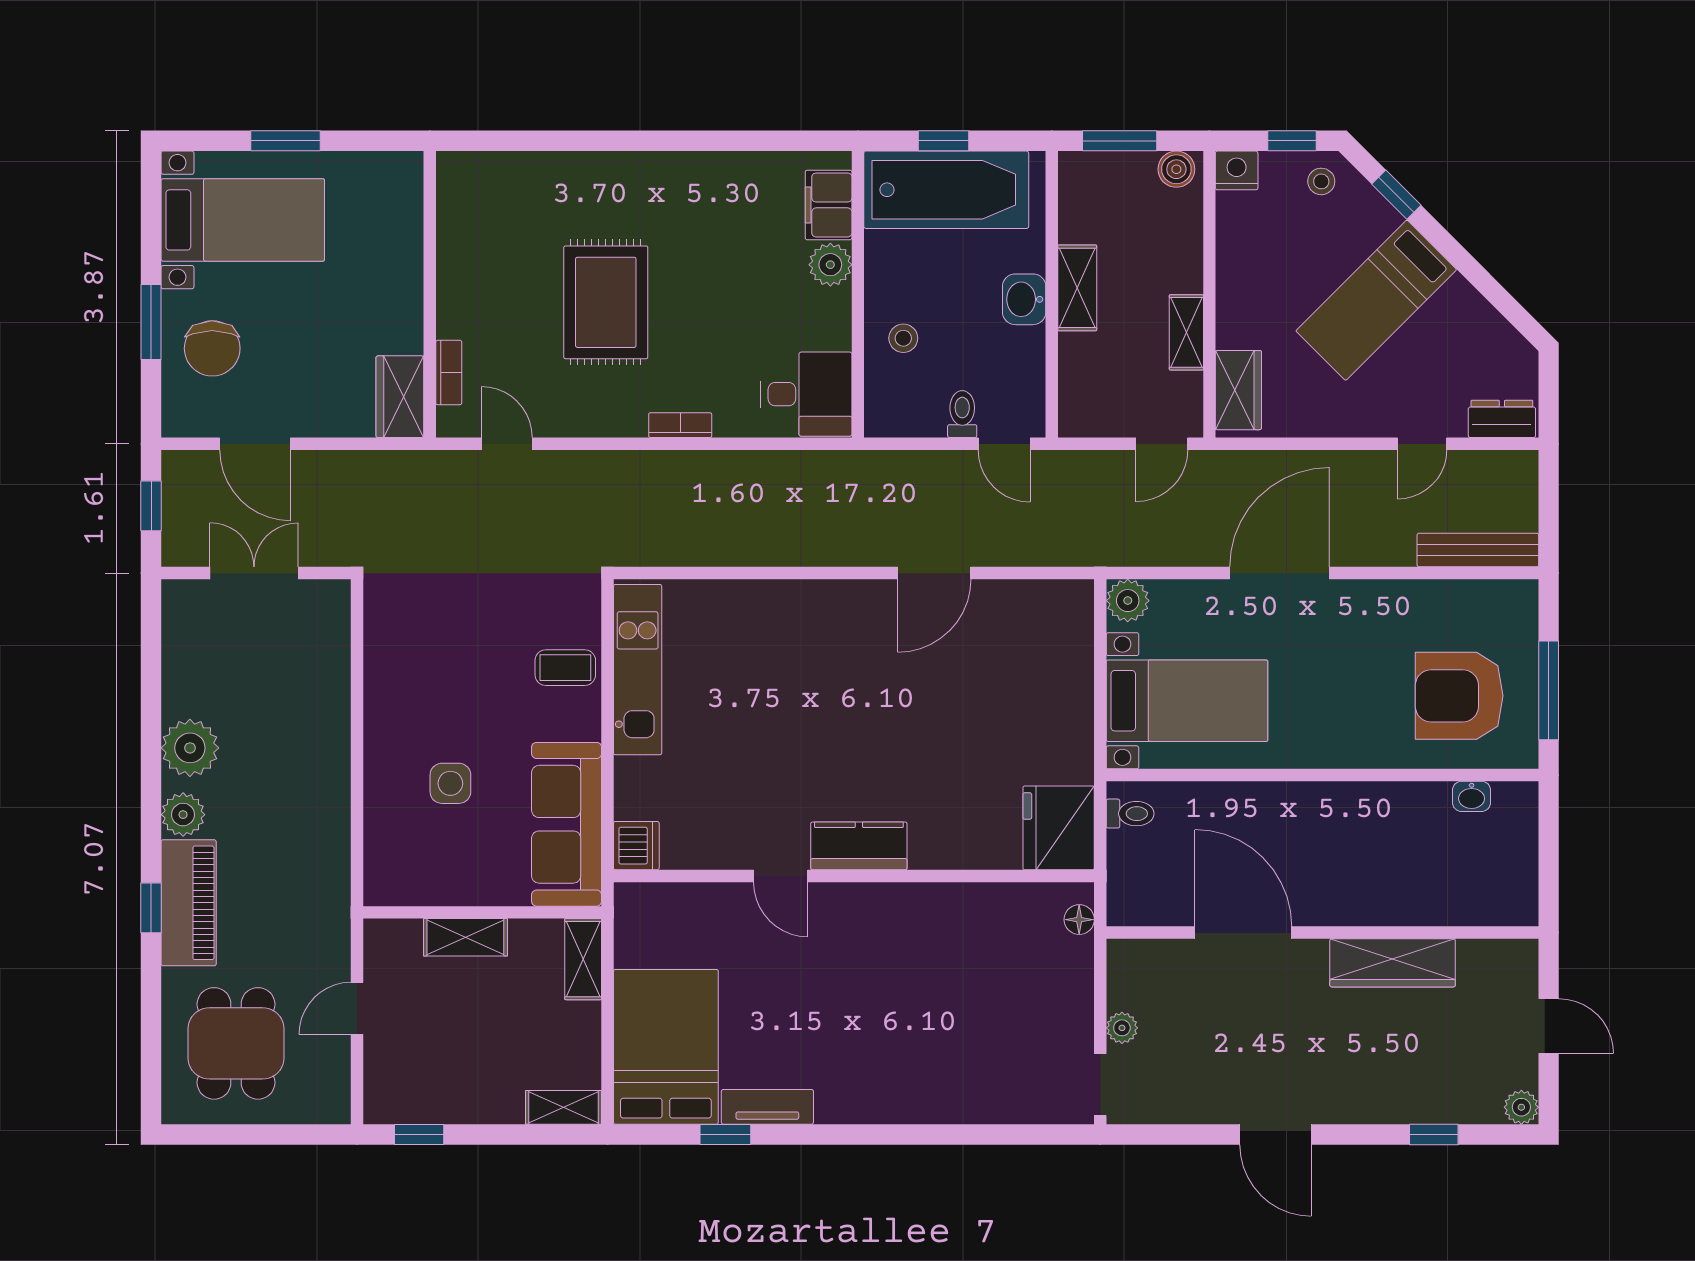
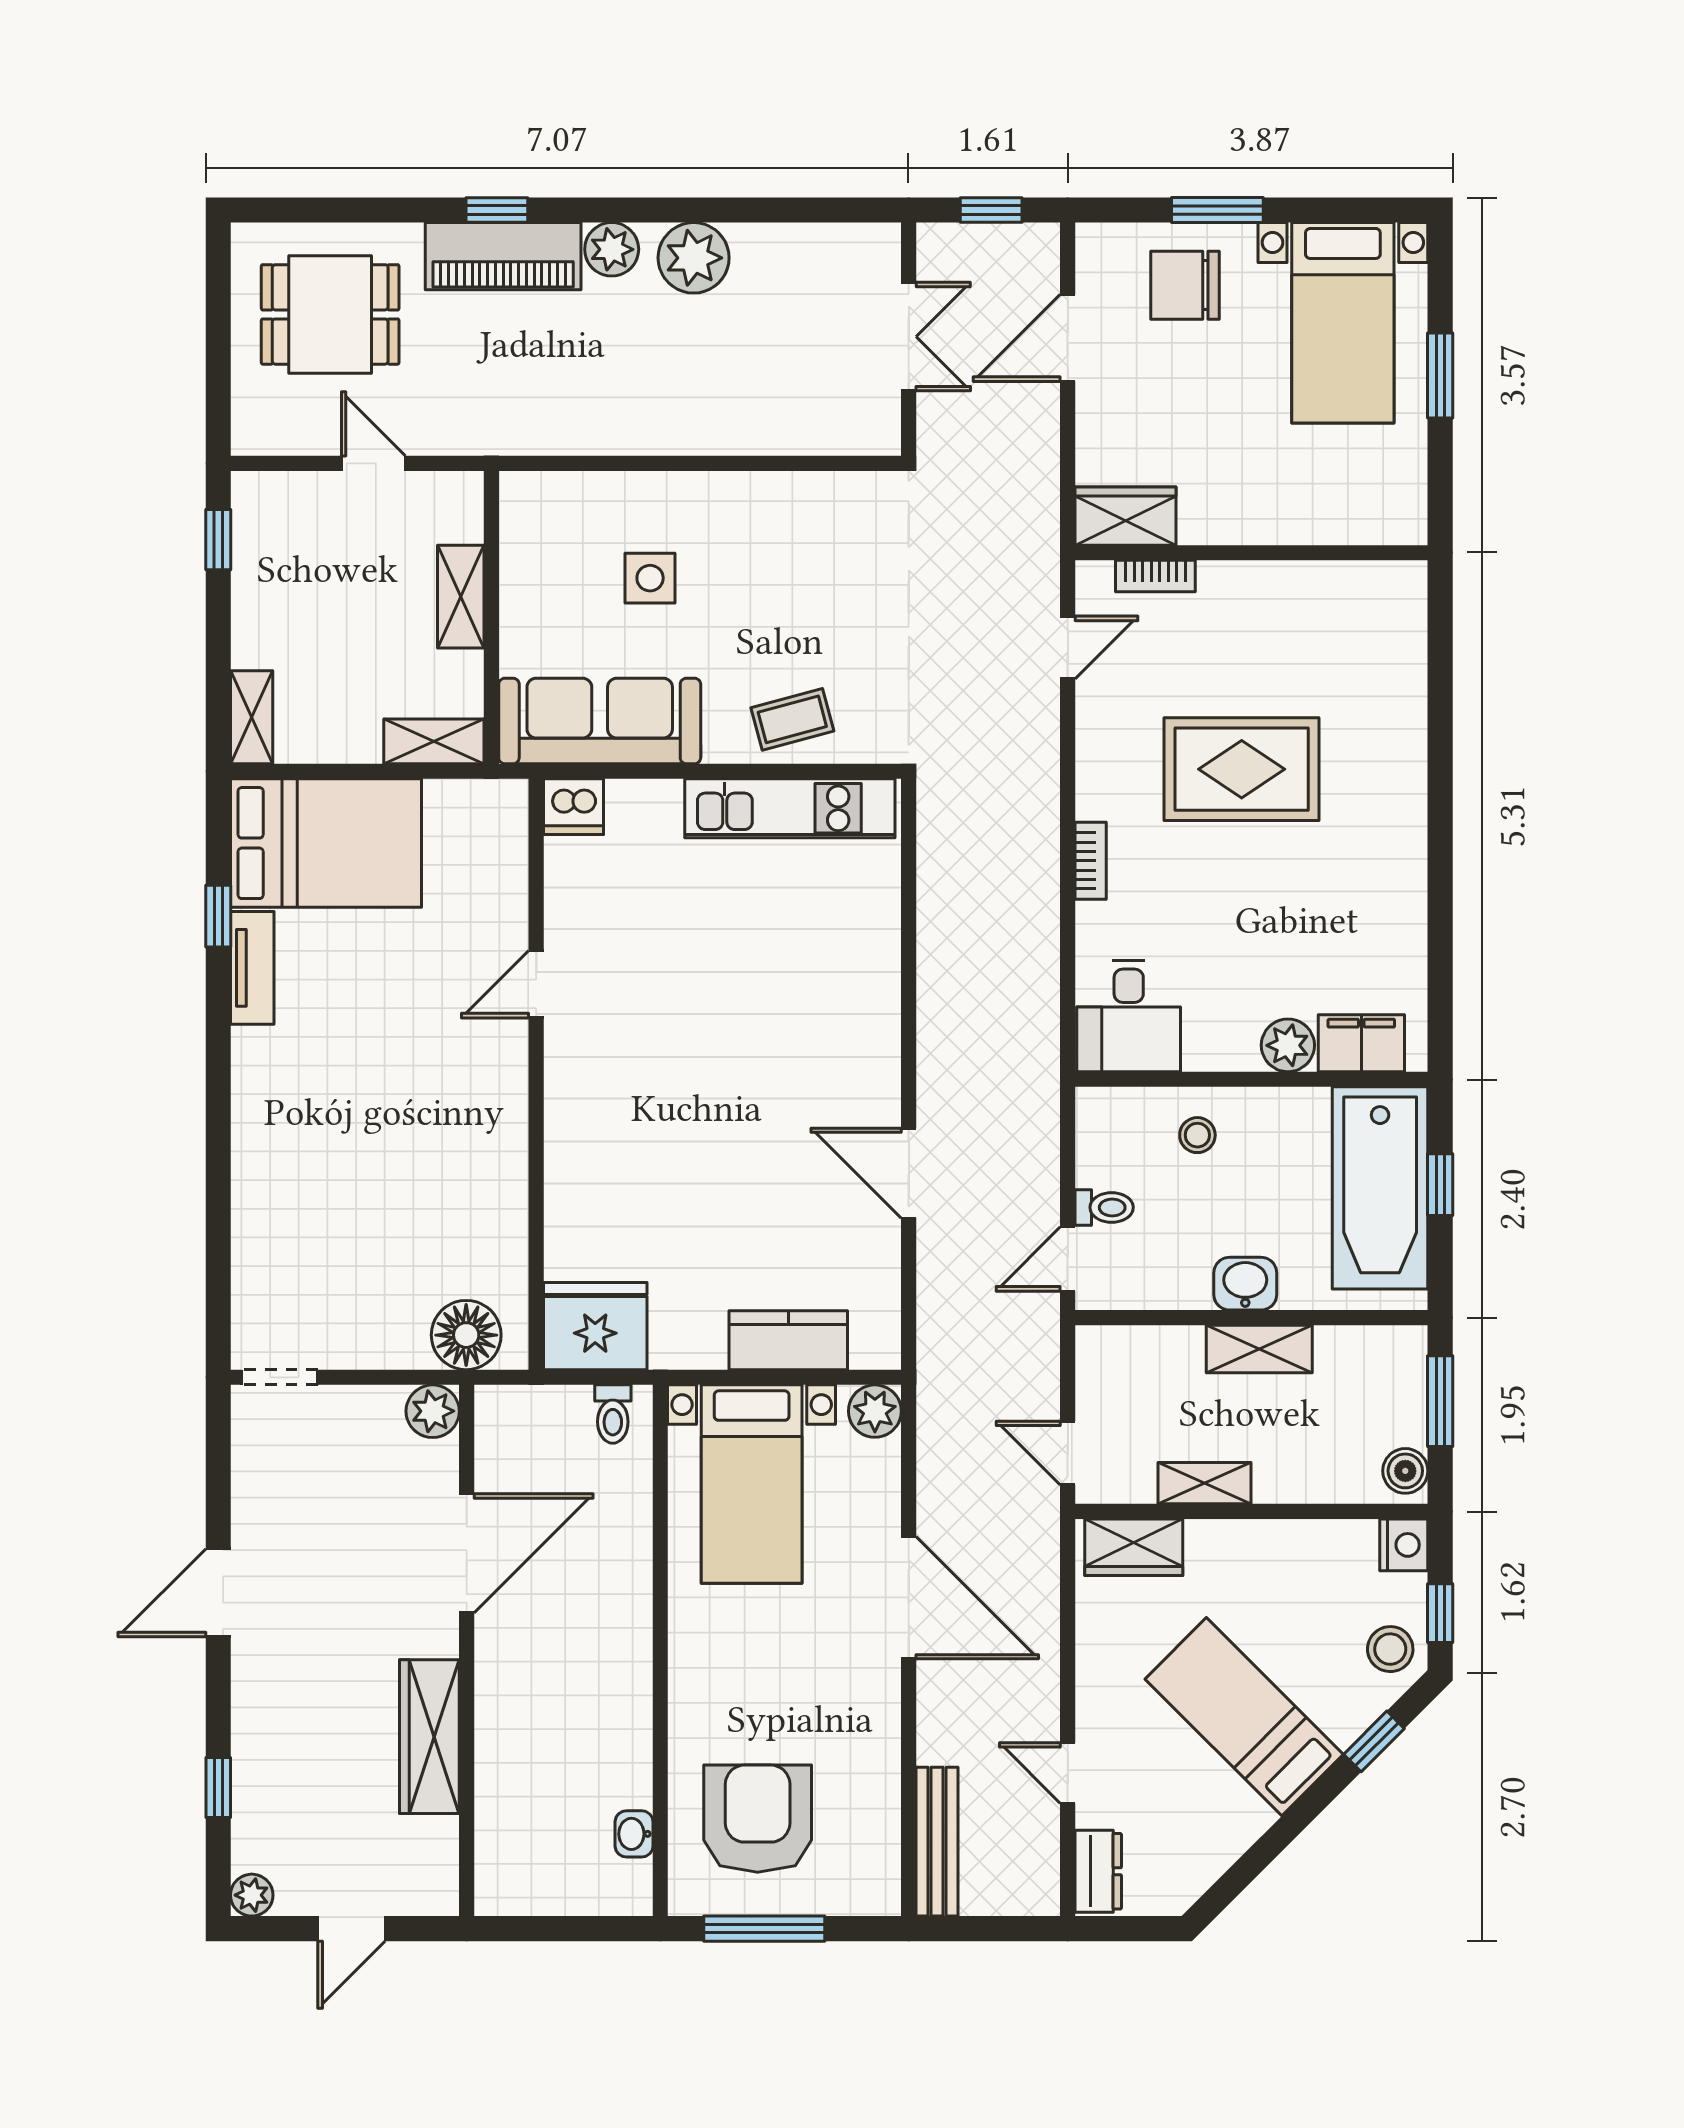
stool: (1321, 181) -> (1390, 1649), width x1.37, depth x1.37
coffee table: (565, 668) -> (792, 719), turned 75
kitchen counter: (859, 846) -> (788, 1340), moved, turned -90
floor lamp: (1079, 920) -> (466, 1335), width x1.89, depth x1.89
plant: (1122, 1028) -> (433, 1411), moved, width x1.38, depth x1.38

